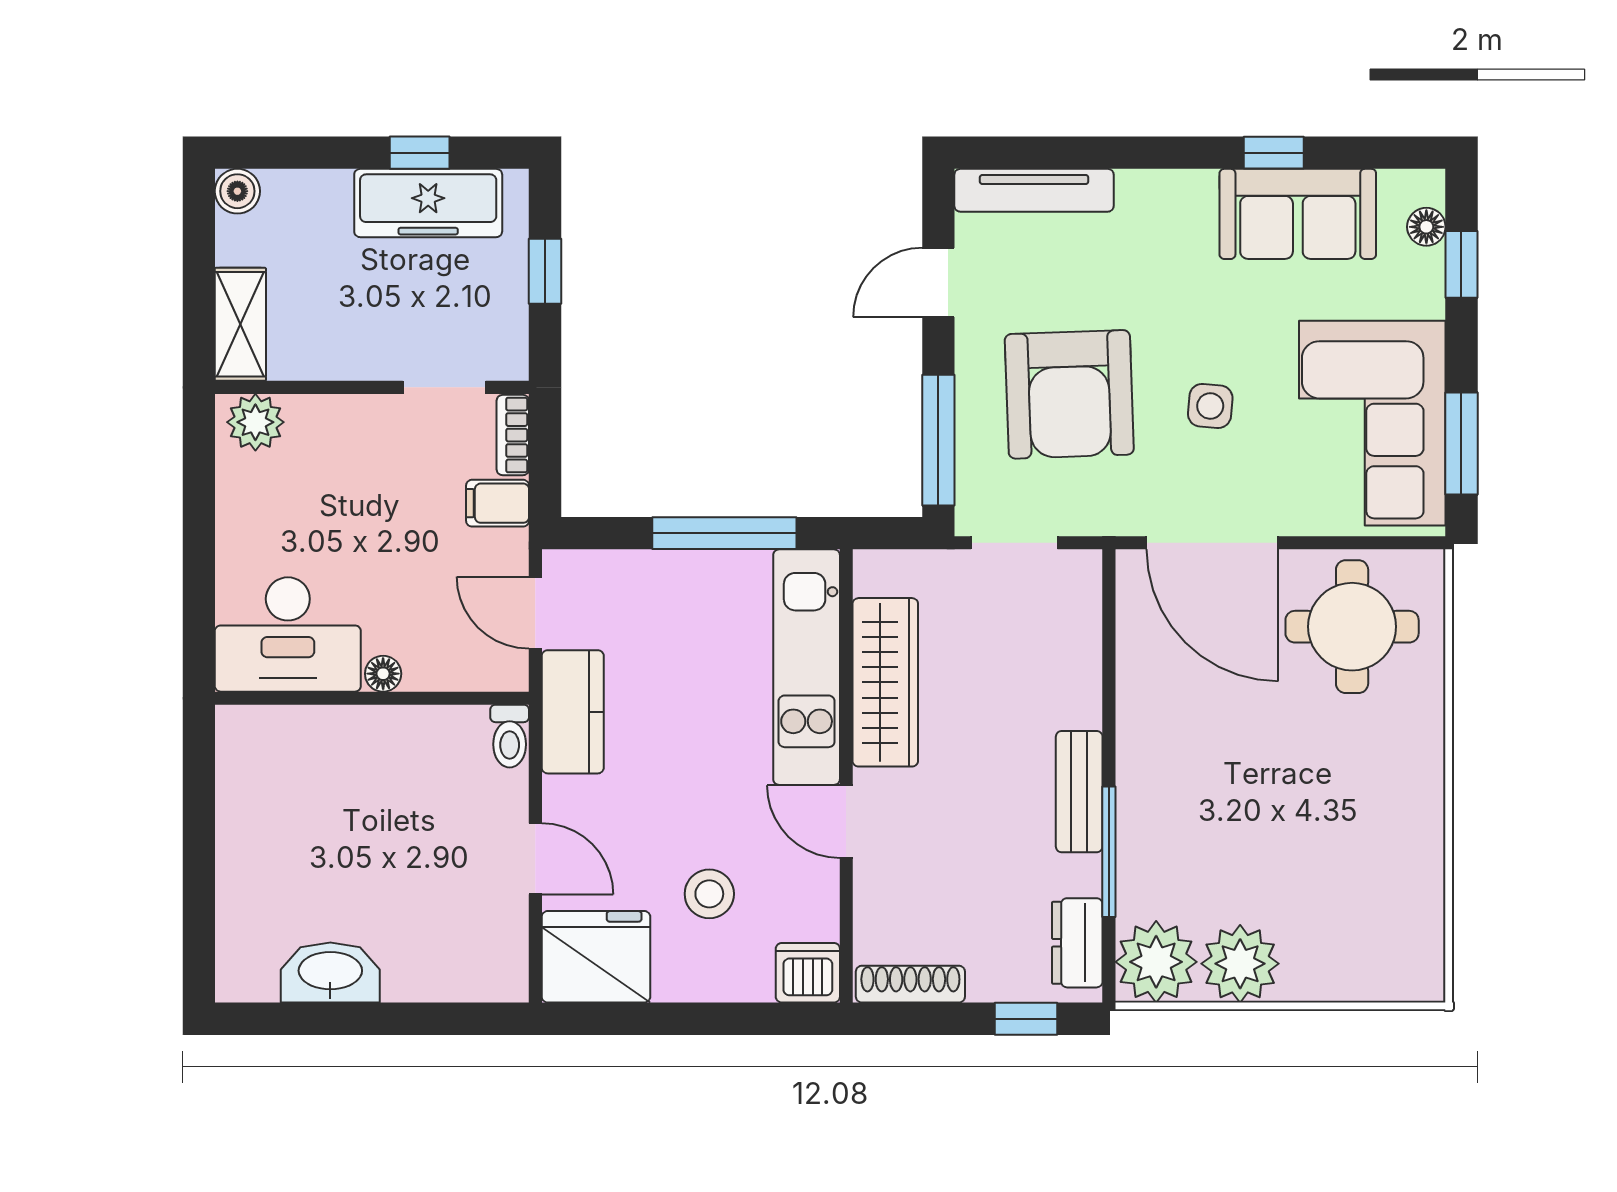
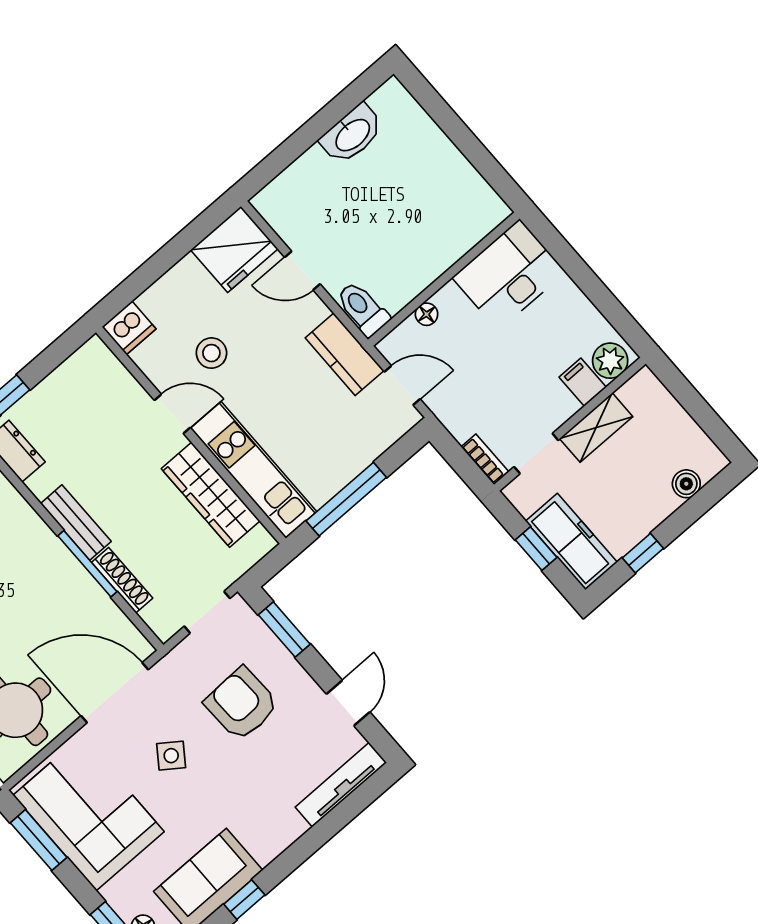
boiler: (237, 191) -> (686, 484), moved
freezer: (428, 203) -> (571, 542), moved, turned 90
shelving: (240, 324) -> (596, 428), moved, turned 90
armchair: (1069, 394) -> (242, 704), width x0.73, depth x0.73
side table: (1210, 406) -> (171, 756), turned 31
window: (938, 440) -> (284, 629), width x0.69
filing cabinet: (498, 503) -> (583, 382), moved, turned -90
floor lamp: (383, 674) -> (427, 314), moved
toilet: (510, 736) -> (363, 309), width x1.37, depth x1.39
window: (1109, 852) -> (87, 564), moved
stool: (709, 894) -> (211, 353), moved
shoe rack: (910, 984) -> (122, 580), moved, turned -90

